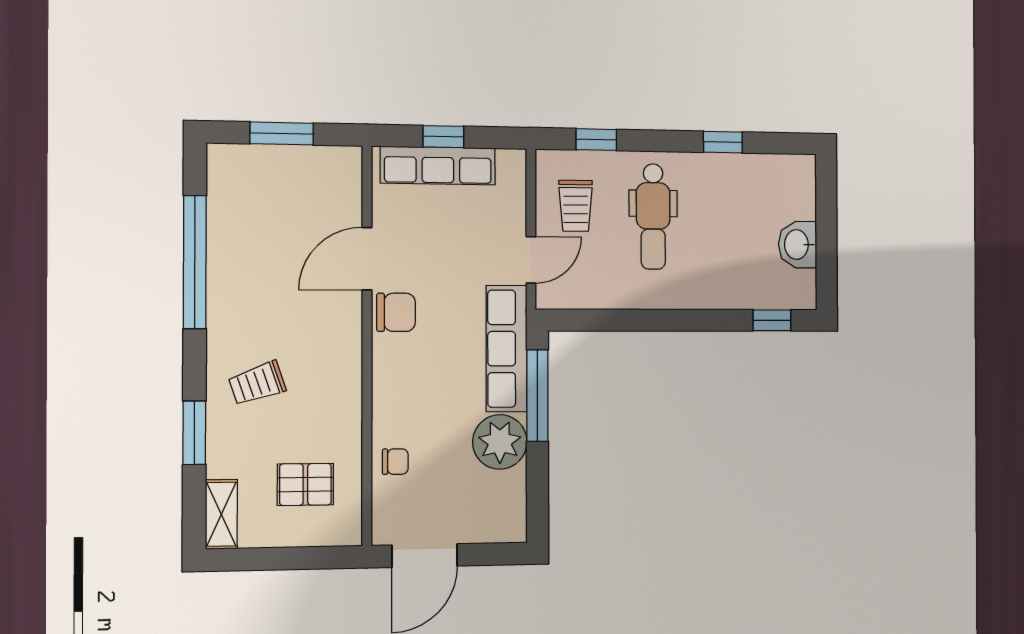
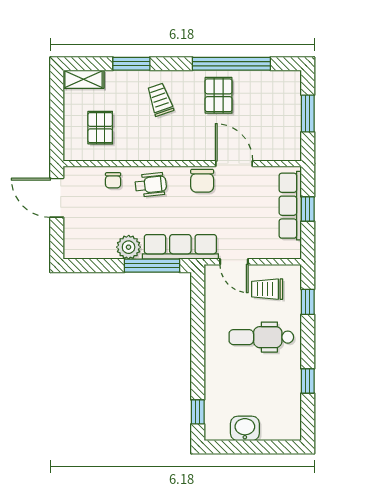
pallet: (250, 284) -> (219, 95), added
wheelchair: (403, 398) -> (151, 185), added
plant: (500, 442) -> (129, 247), width x0.73, depth x0.73

